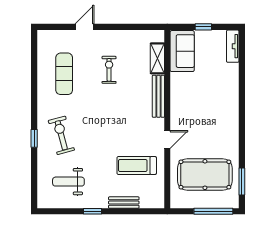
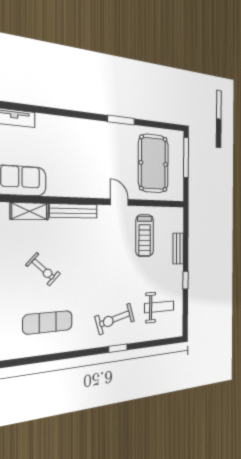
exercise bike: (109, 70) -> (43, 269), turned -137
weight bench: (68, 182) -> (159, 307), turned -90
window: (242, 182) -> (121, 120), moved

